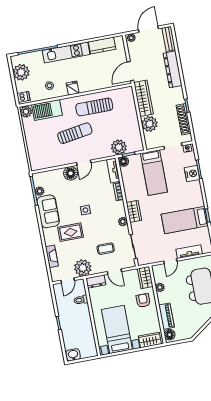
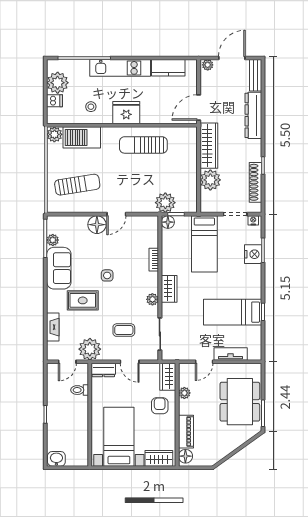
fridge: (73, 88) -> (126, 113), width x1.88, depth x1.34
dishwasher: (23, 97) -> (55, 101), moved
sun lounger: (75, 133) -> (77, 185), moved
tv unit: (113, 170) -> (153, 231), removed

